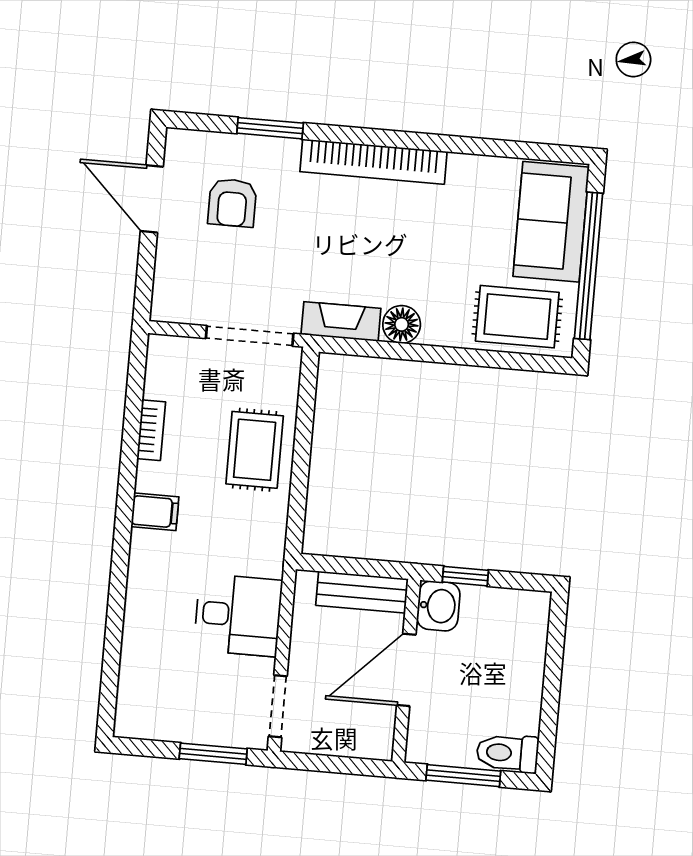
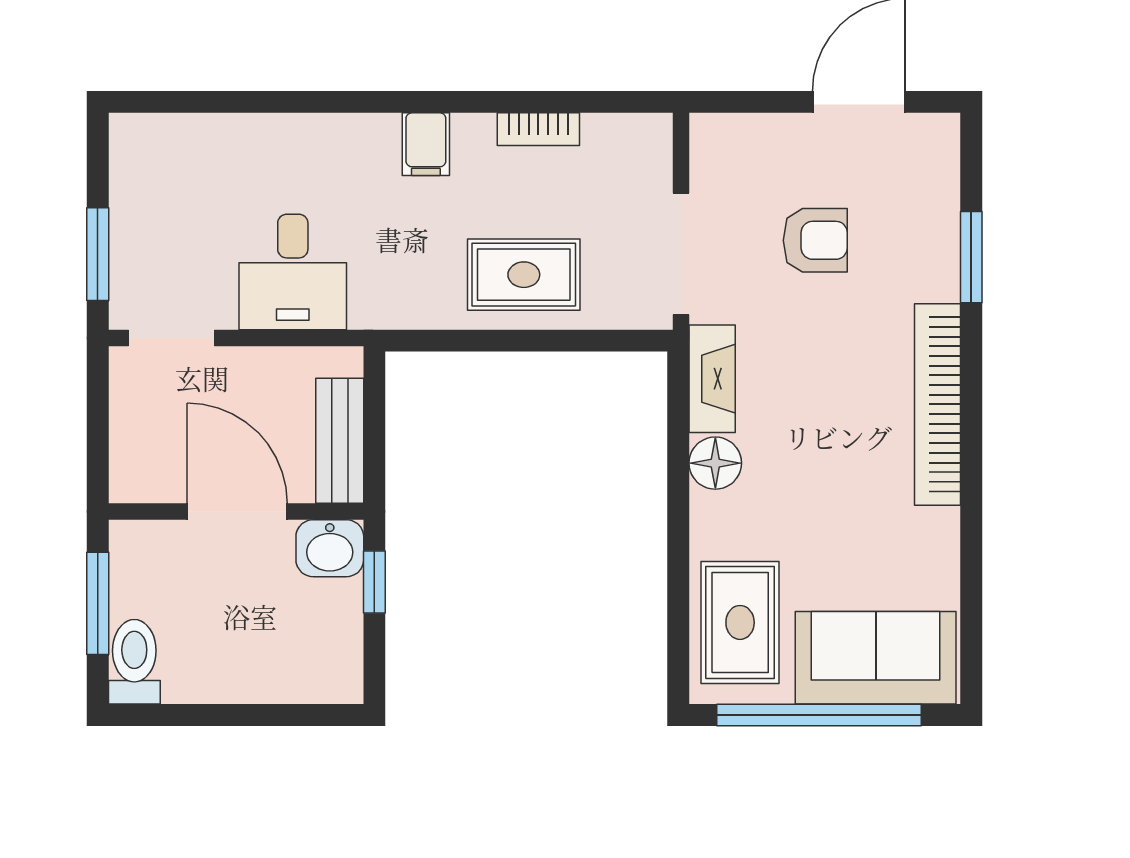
armchair: (232, 203) -> (815, 240), moved, turned 180

